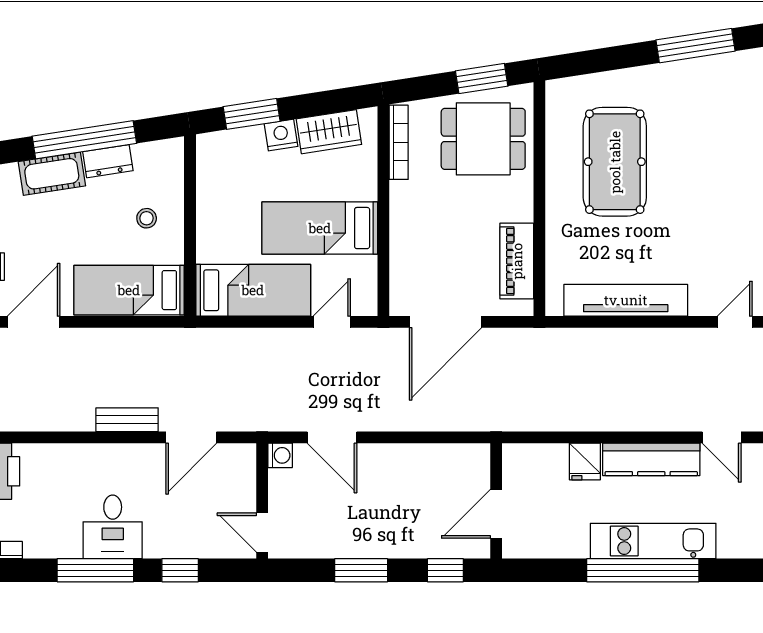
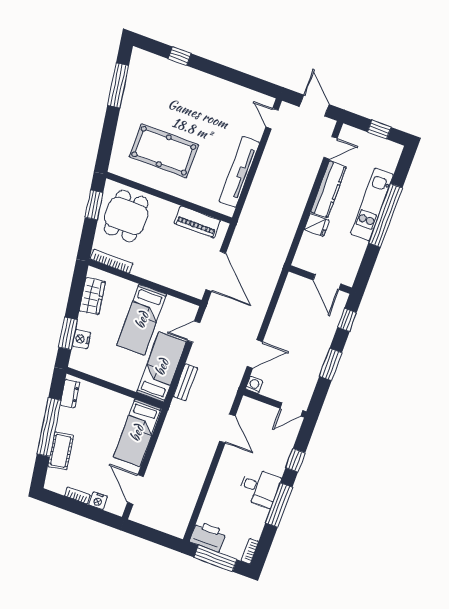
nightstand: (281, 135) -> (81, 339), moved
dresser: (108, 161) -> (70, 394), moved
stool: (147, 218) -> (103, 409), removed
door: (332, 322) -> (194, 332), hinge flipped
bench: (127, 420) -> (185, 382), moved

